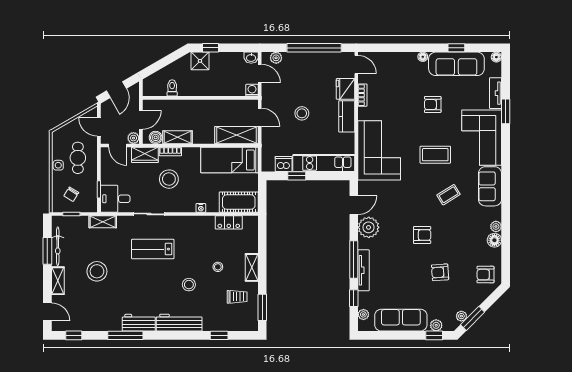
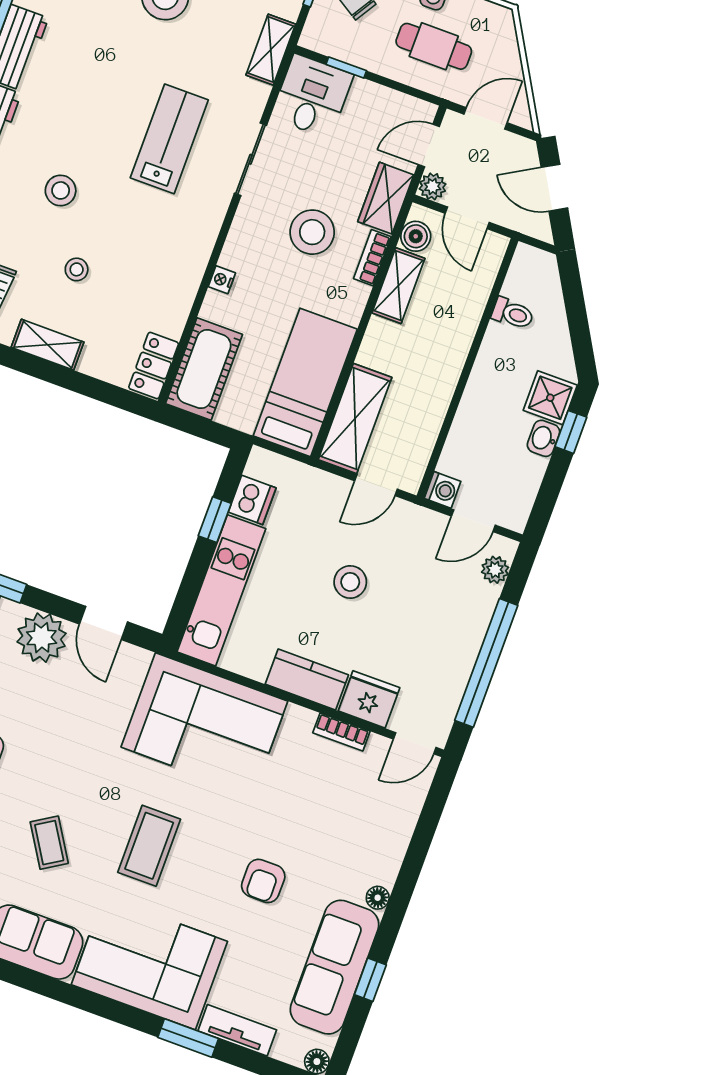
washbasin: (251, 58) -> (543, 438), moved
armchair: (433, 104) -> (263, 881), turned 180
locker: (229, 222) -> (154, 366), moved

